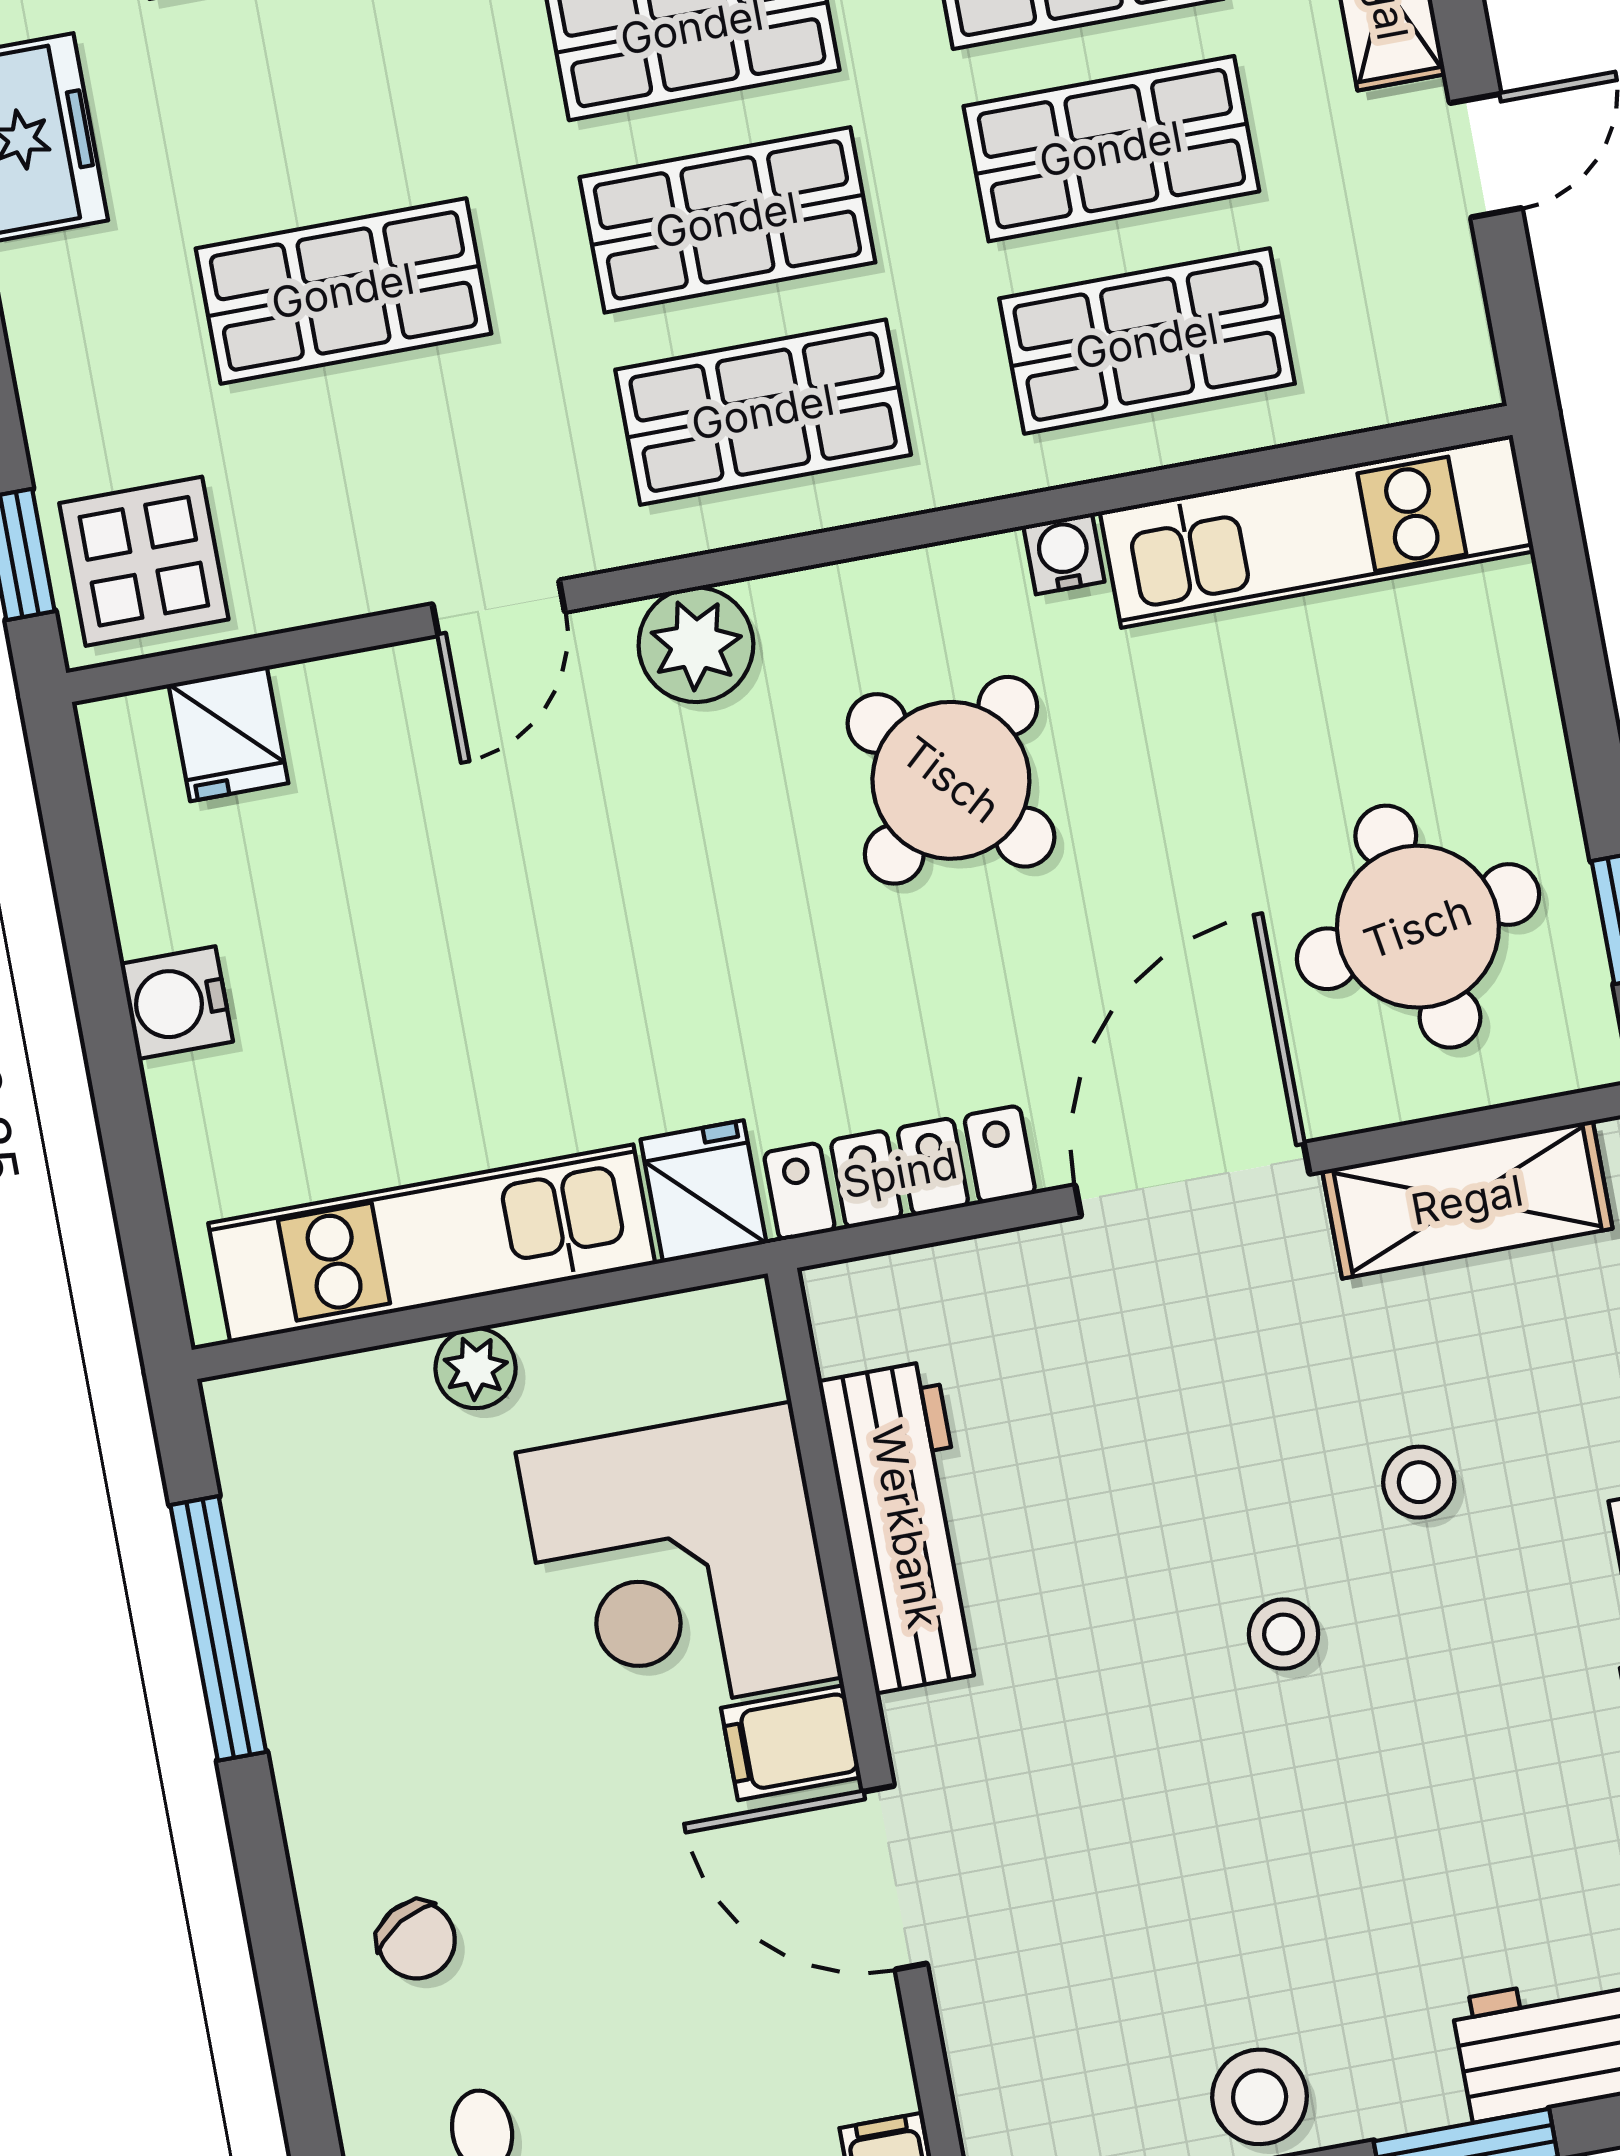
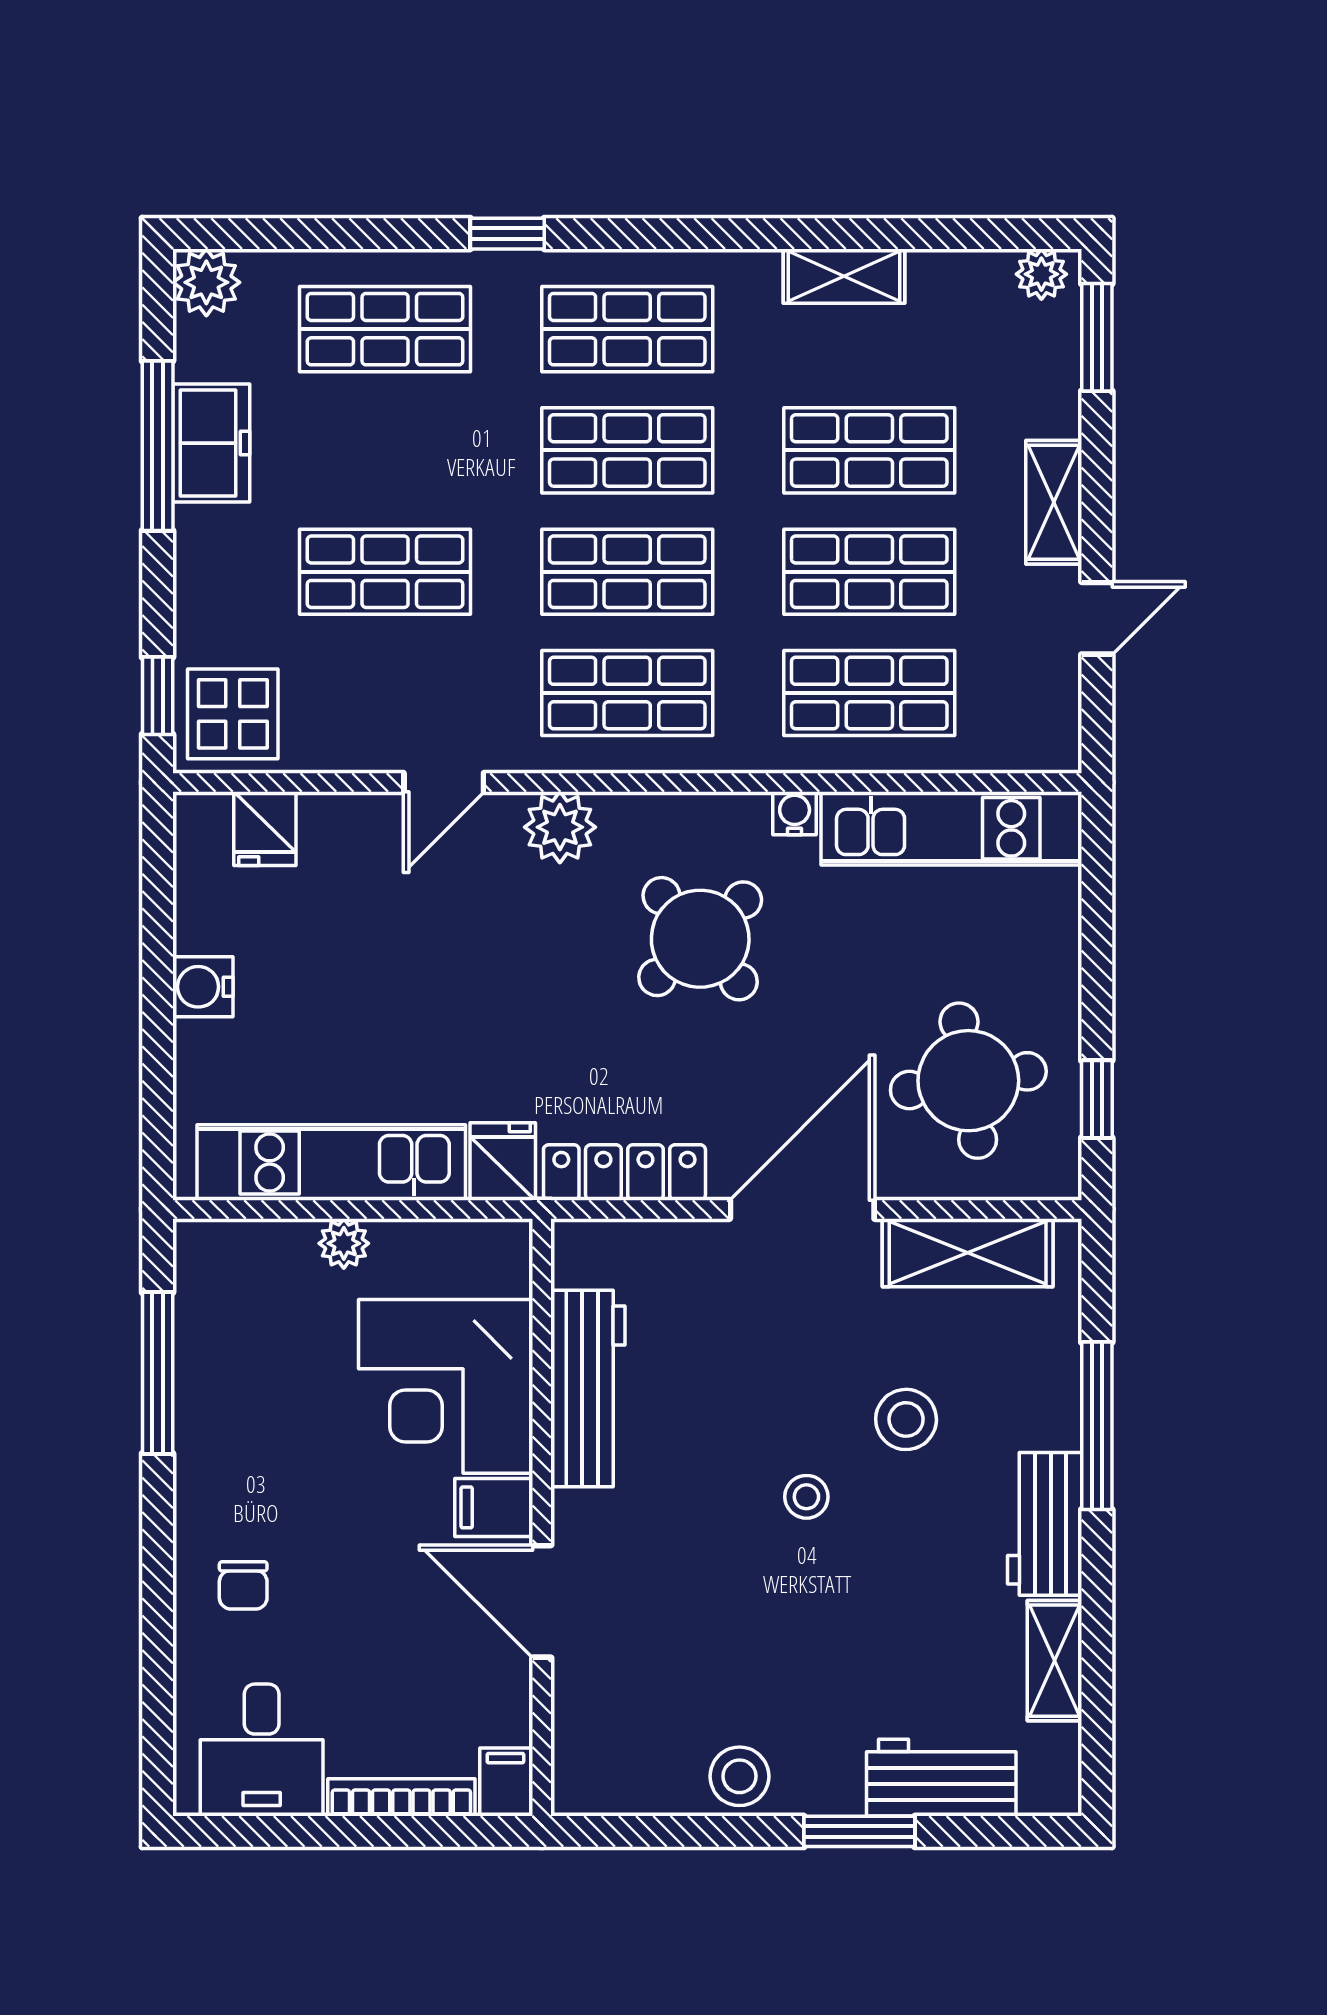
stool: (1419, 1482) -> (906, 1419), width x1.37, depth x1.37
chair: (417, 1940) -> (243, 1585), turned 30

